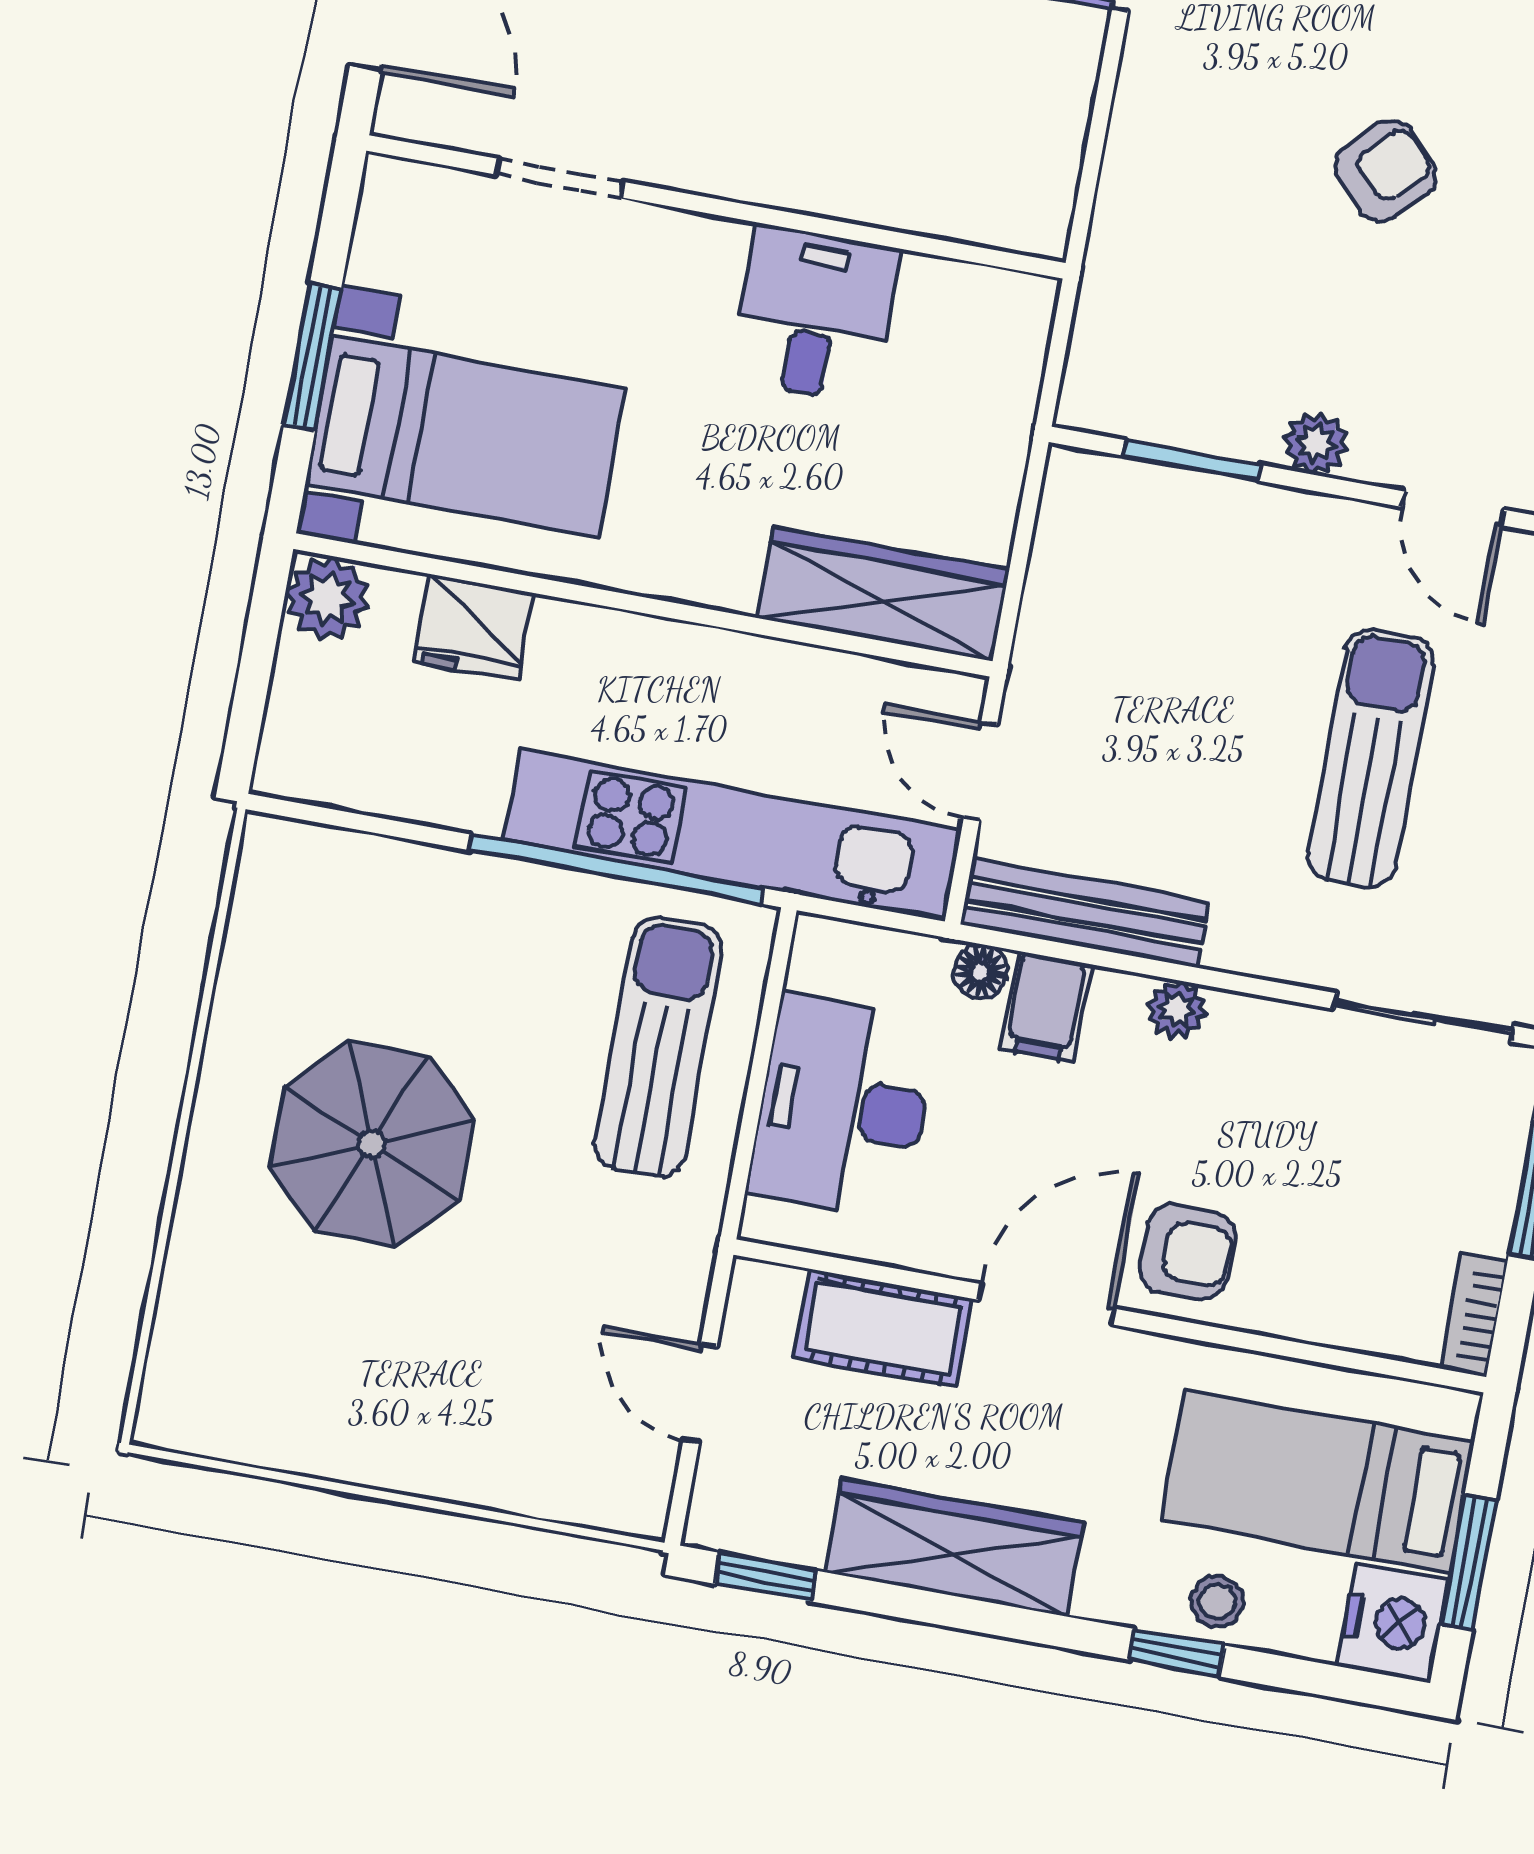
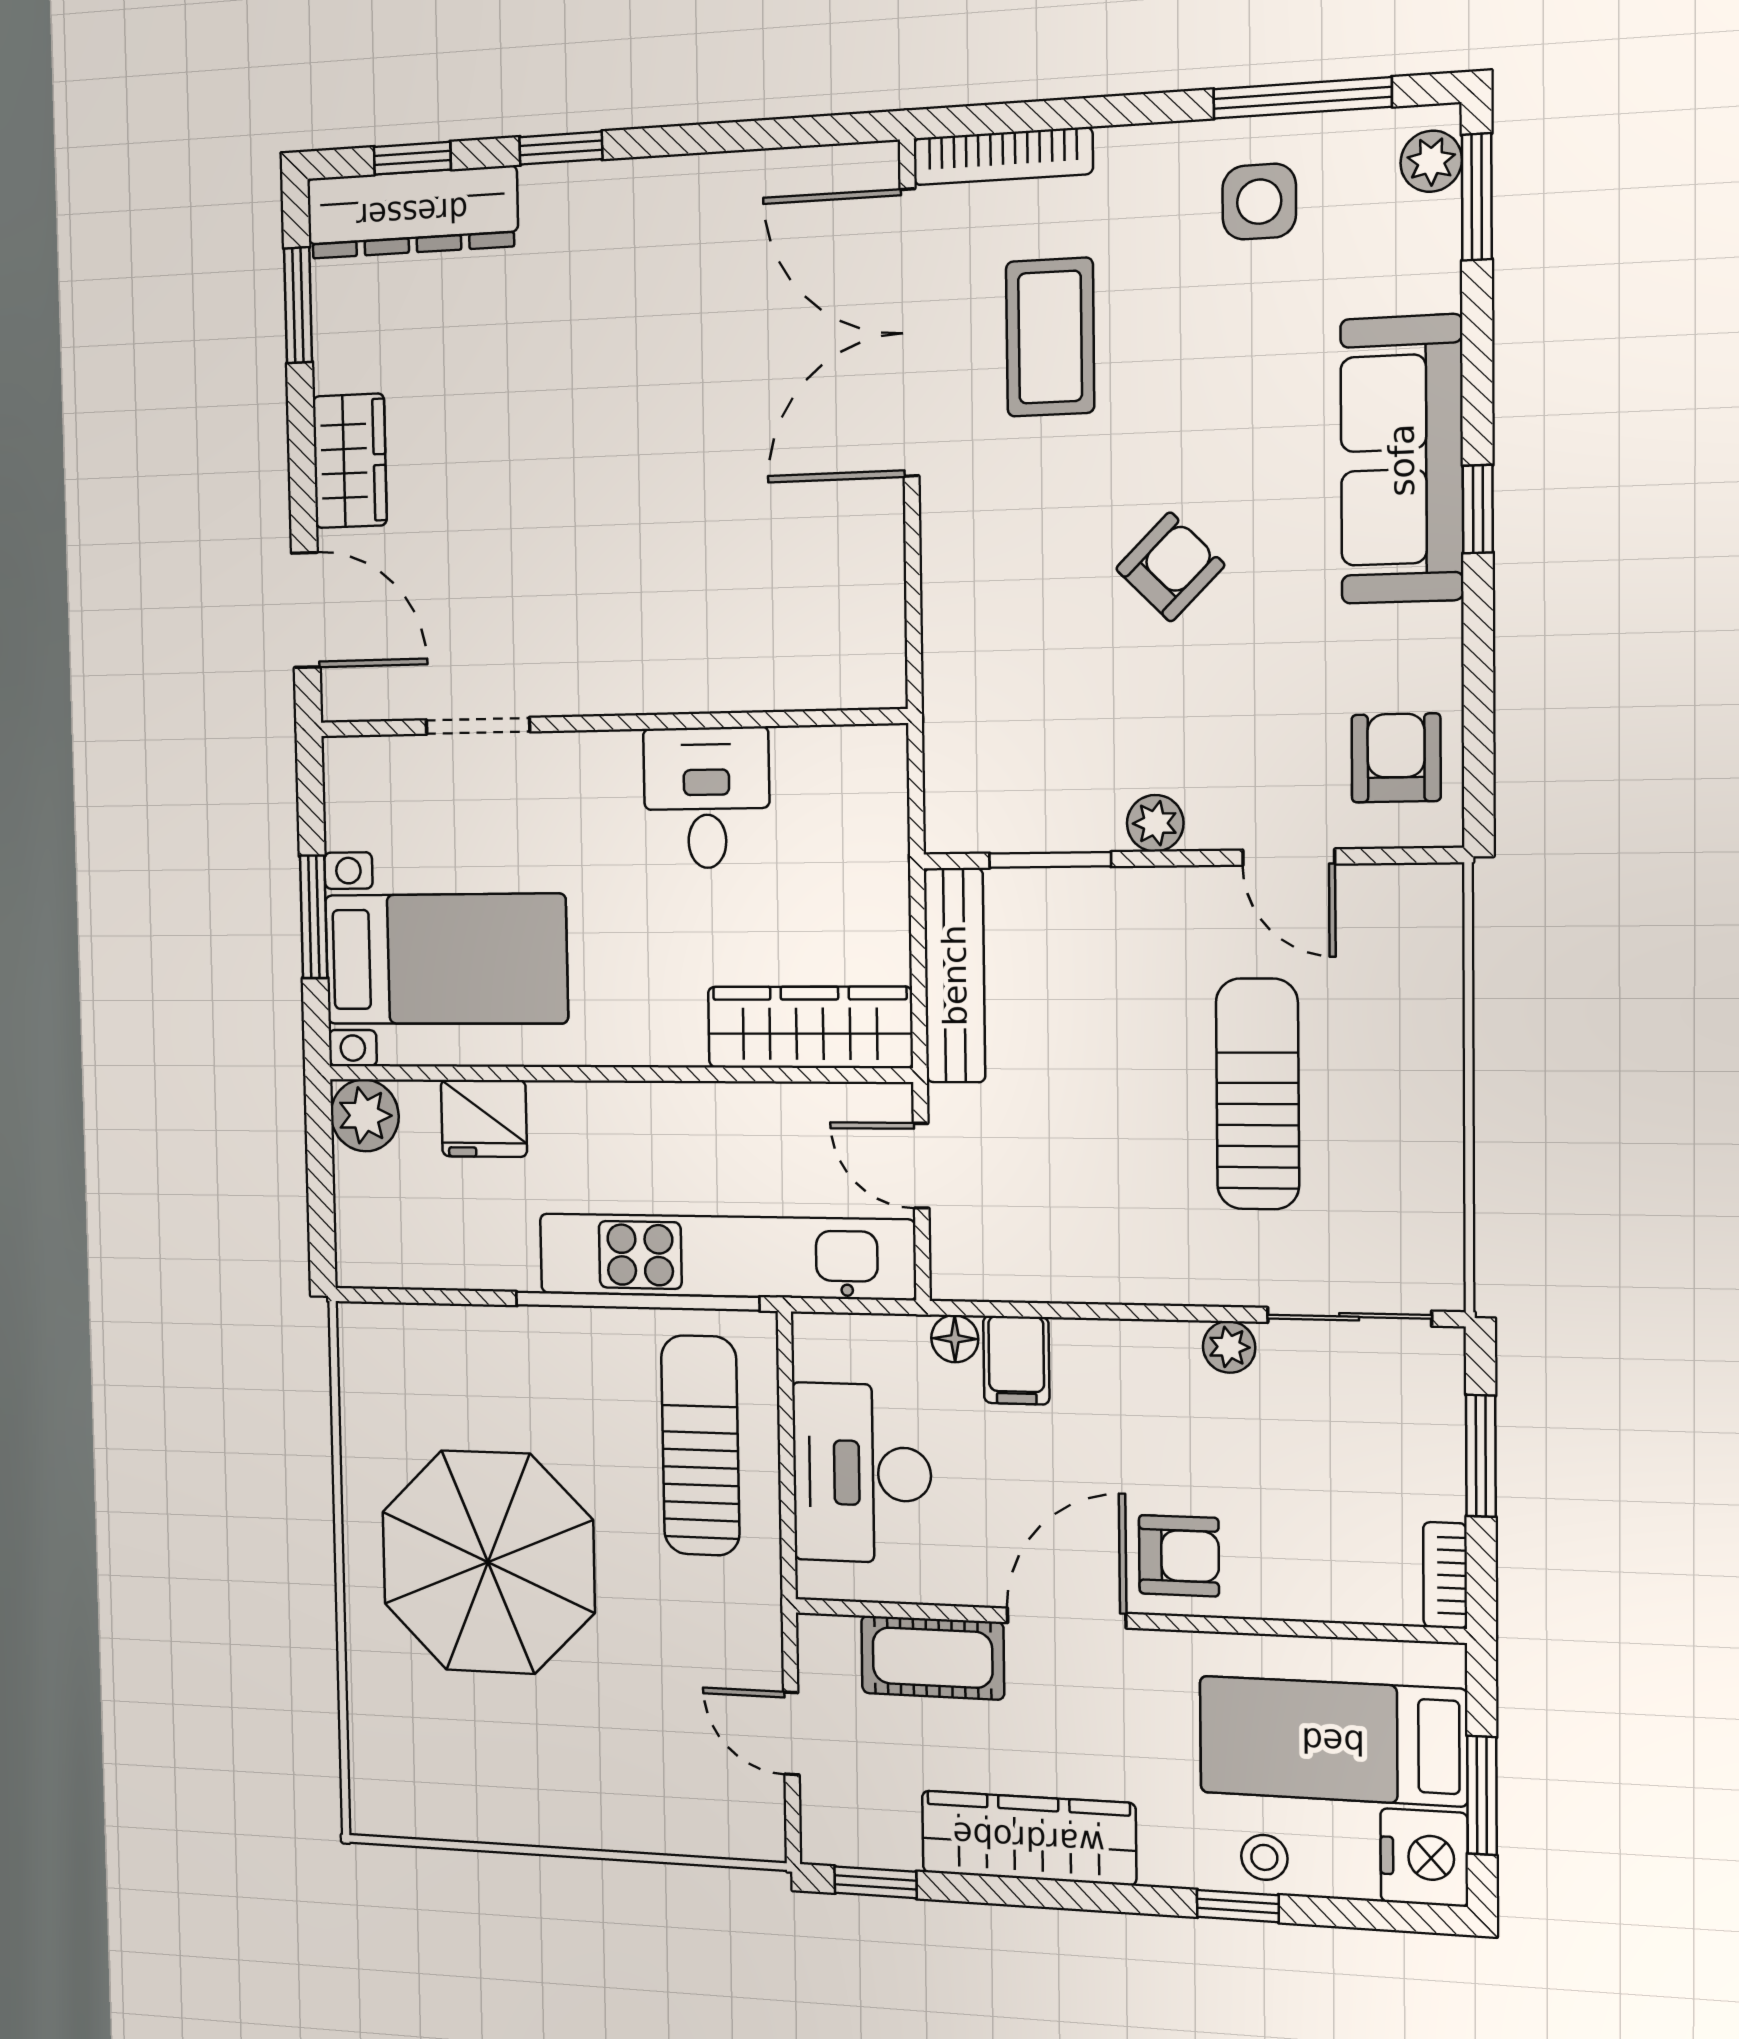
bench: (1085, 913) -> (955, 975), moved, turned 90
plant: (1177, 1009) -> (1229, 1347), moved
parasol: (372, 1144) -> (488, 1562), width x1.36, depth x1.36

